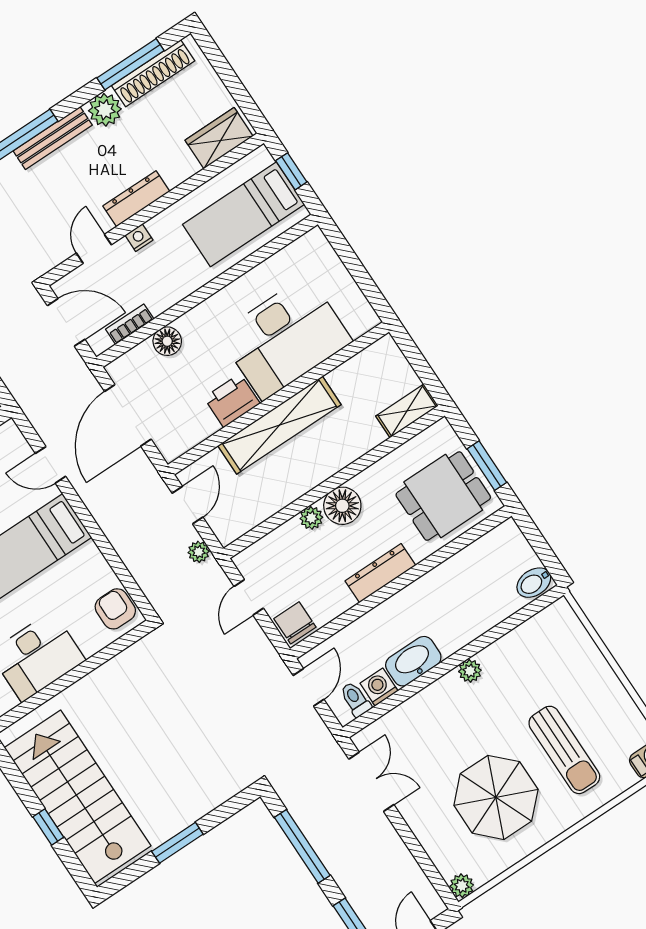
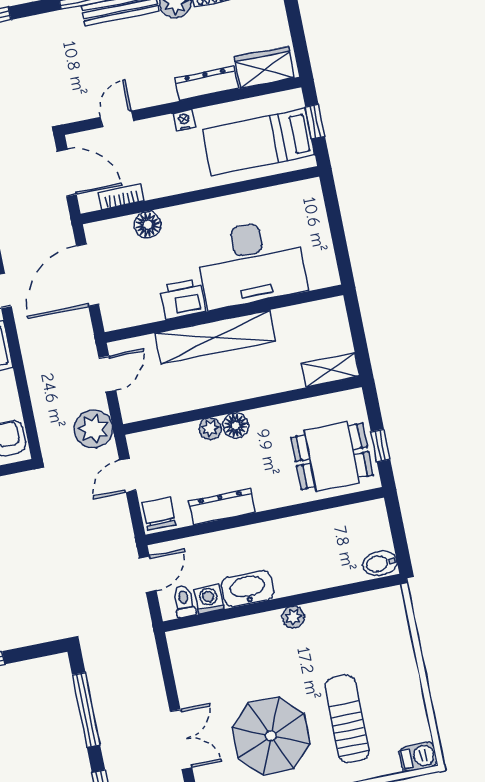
dresser: (136, 199) -> (207, 83), moved
nightstand: (139, 238) -> (184, 120), moved
window: (487, 466) -> (380, 445), width x0.67
floor lamp: (342, 506) -> (236, 425), width x0.73, depth x0.73
plant: (199, 552) -> (94, 429), width x1.88, depth x1.88
dresser: (380, 573) -> (222, 507), moved
sun lounger: (564, 750) -> (347, 719), turned 180
double door: (371, 782) -> (181, 739), moved

